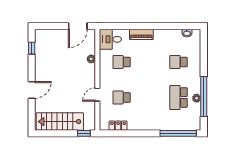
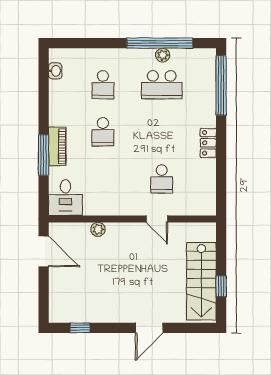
window: (136, 26) -> (44, 155), added
school desk: (122, 62) -> (103, 132), moved
door: (32, 90) -> (149, 328), swing flipped
locker: (118, 126) -> (208, 143), moved
window: (84, 133) -> (221, 286), moved

